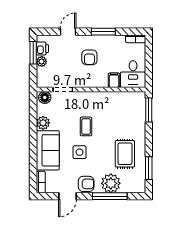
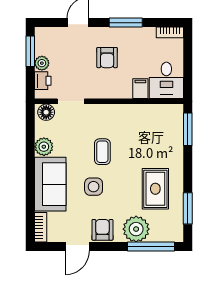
printer: (42, 49) -> (43, 81), moved
armchair: (86, 184) -> (102, 230), turned -90
window: (110, 196) -> (151, 247), moved

